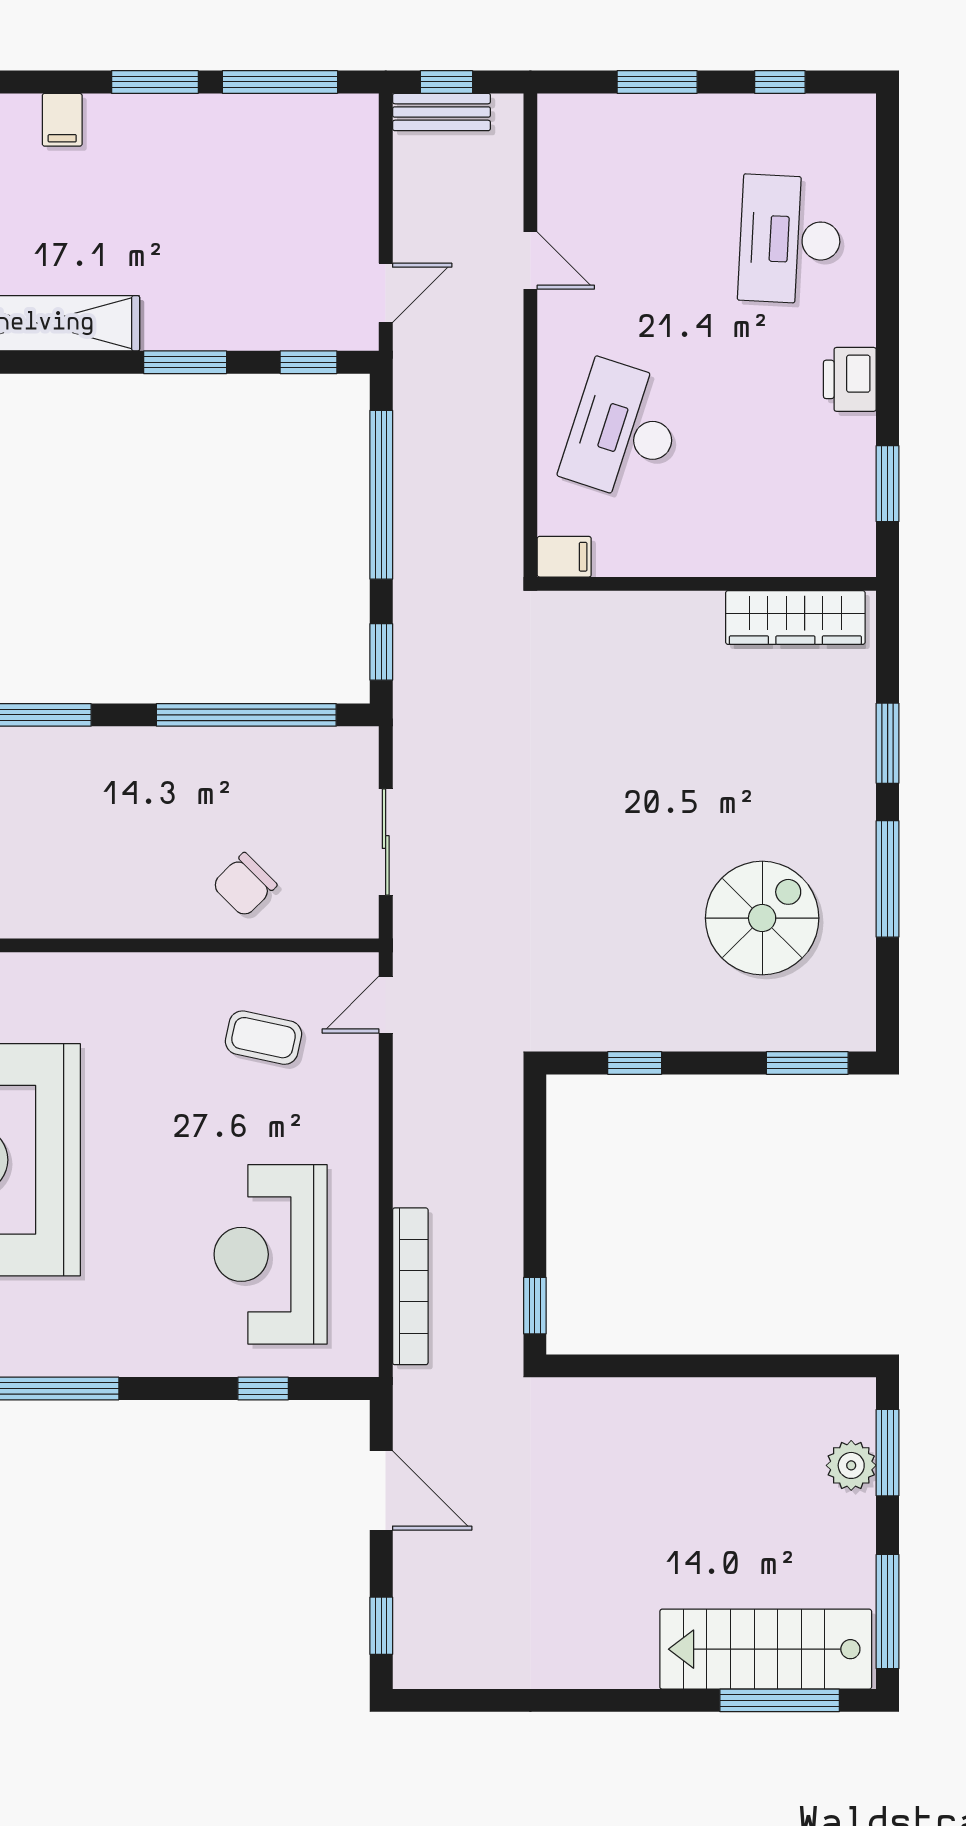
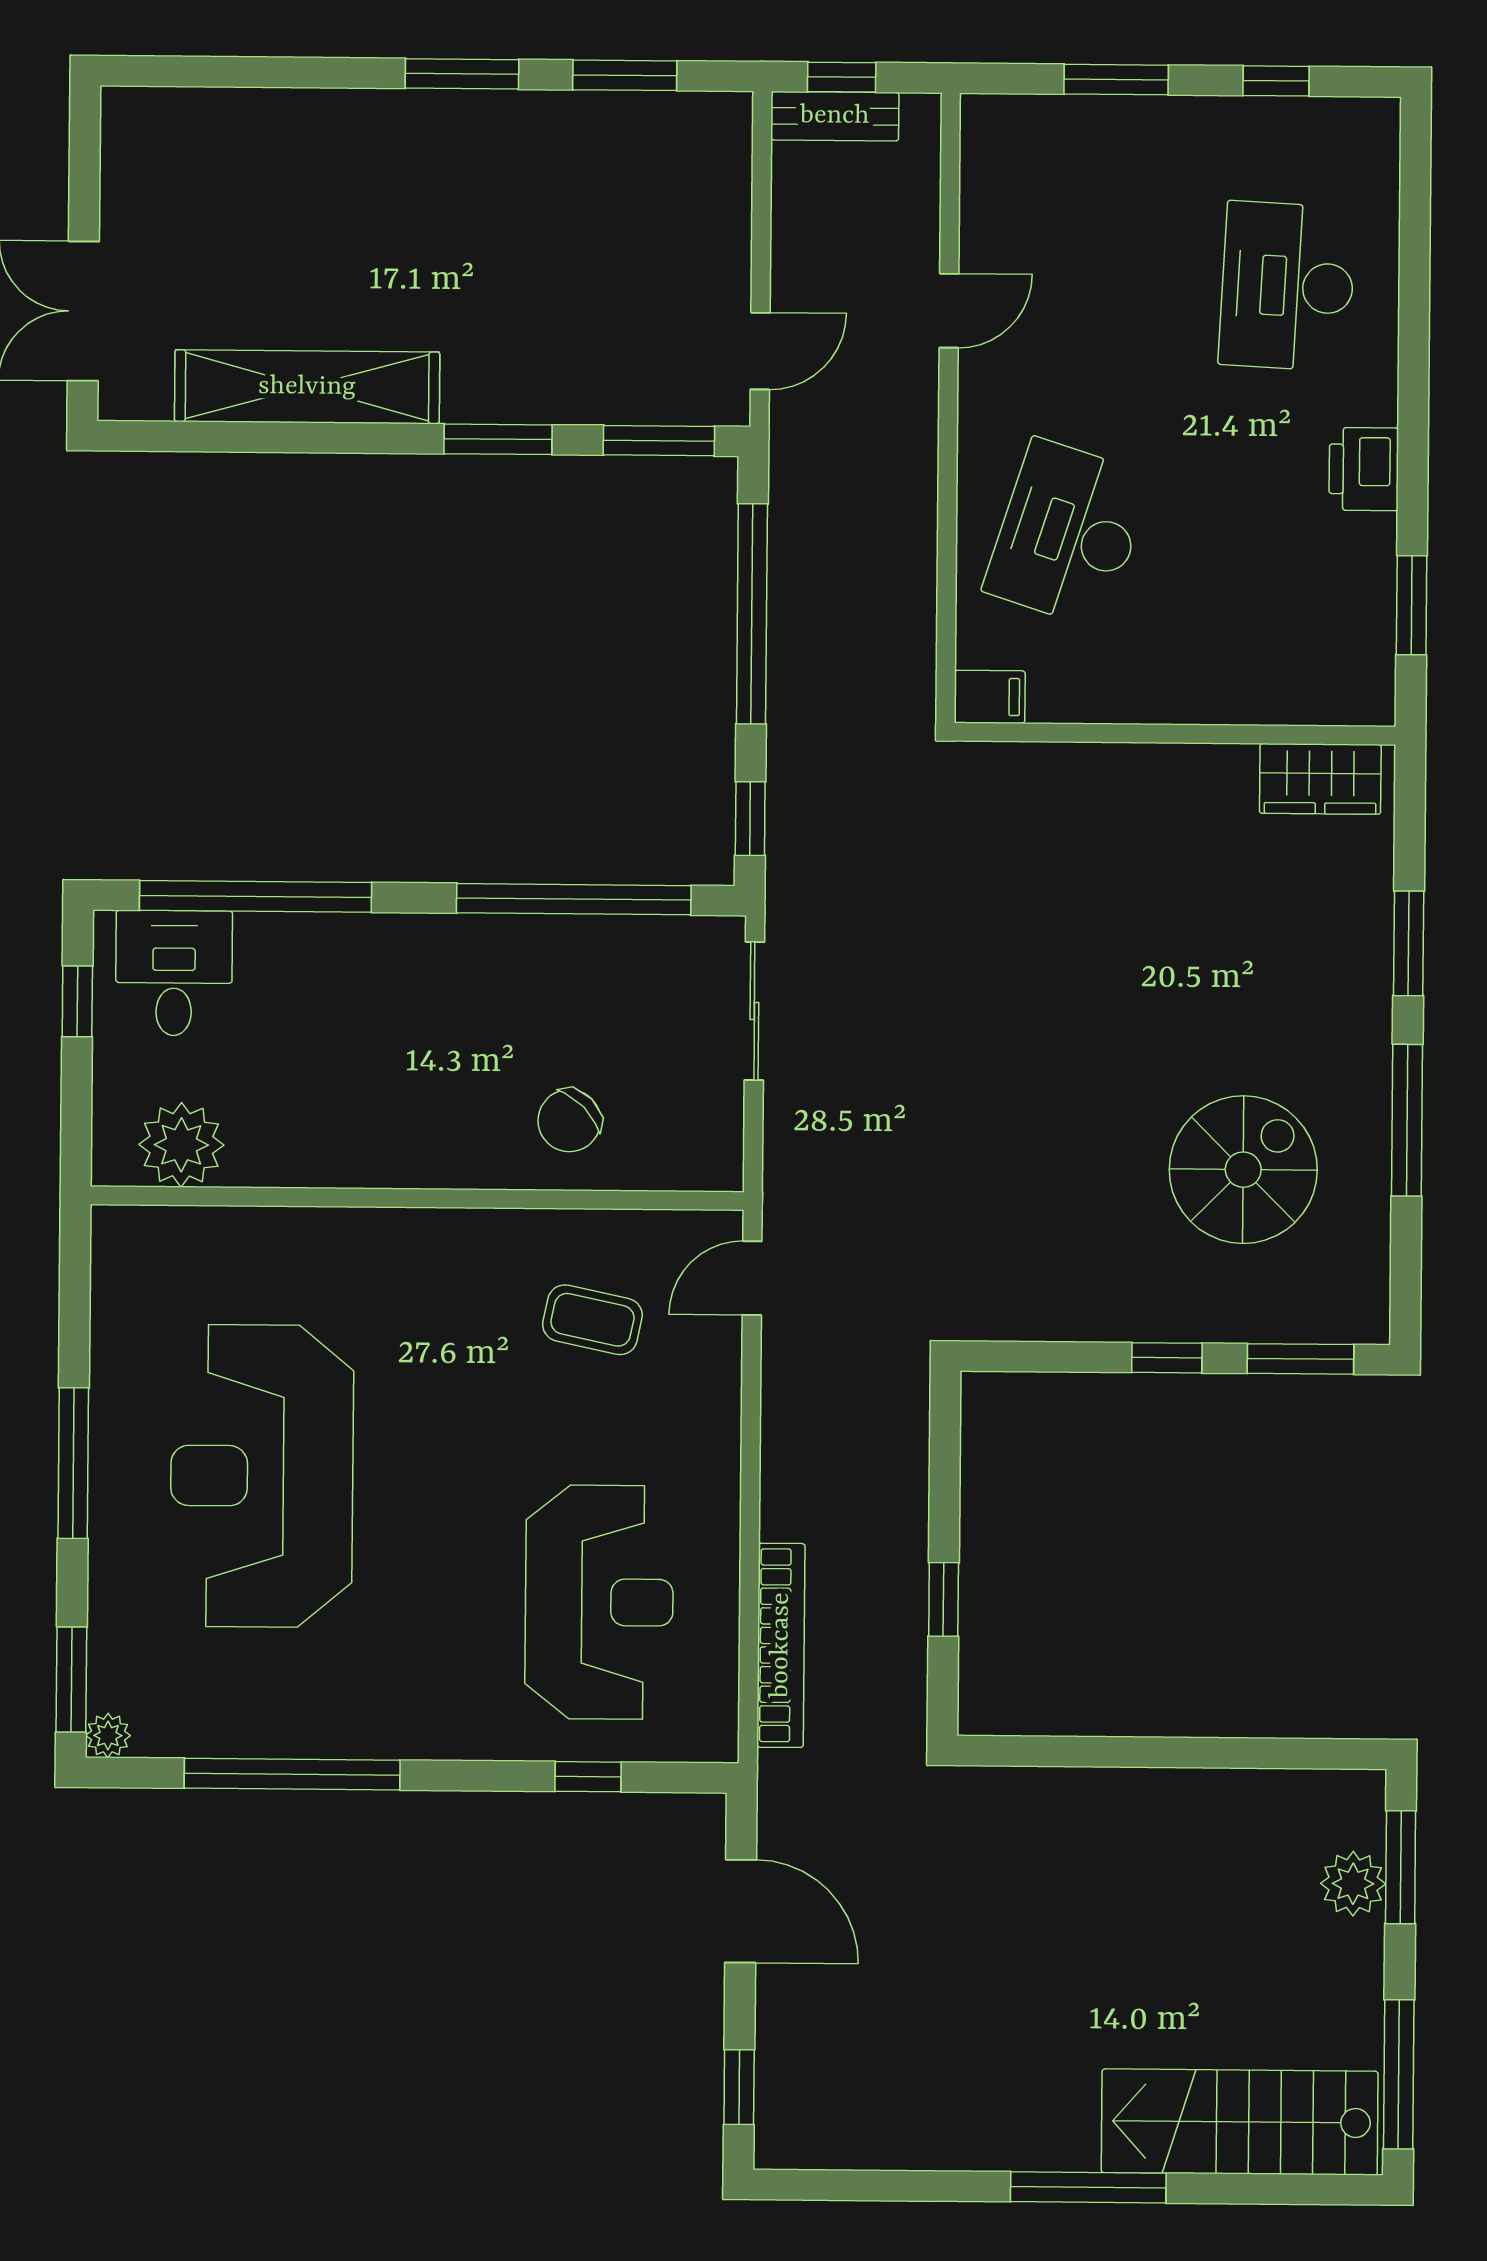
window: (280, 82) -> (625, 75), width x0.69
filing cabinet: (62, 120) -> (341, 122), removed
door: (530, 261) -> (949, 311), hinge flipped
window: (309, 362) -> (659, 441), width x1.50
wardrobe: (795, 618) -> (1320, 779), width x0.67
sliding door: (386, 842) -> (754, 1011), moved
window: (635, 1063) -> (1167, 1358), moved
reception desk: (271, 1254) -> (599, 1602), turned 180
window: (535, 1306) -> (944, 1599), moved
window: (780, 1700) -> (1088, 2187), moved

